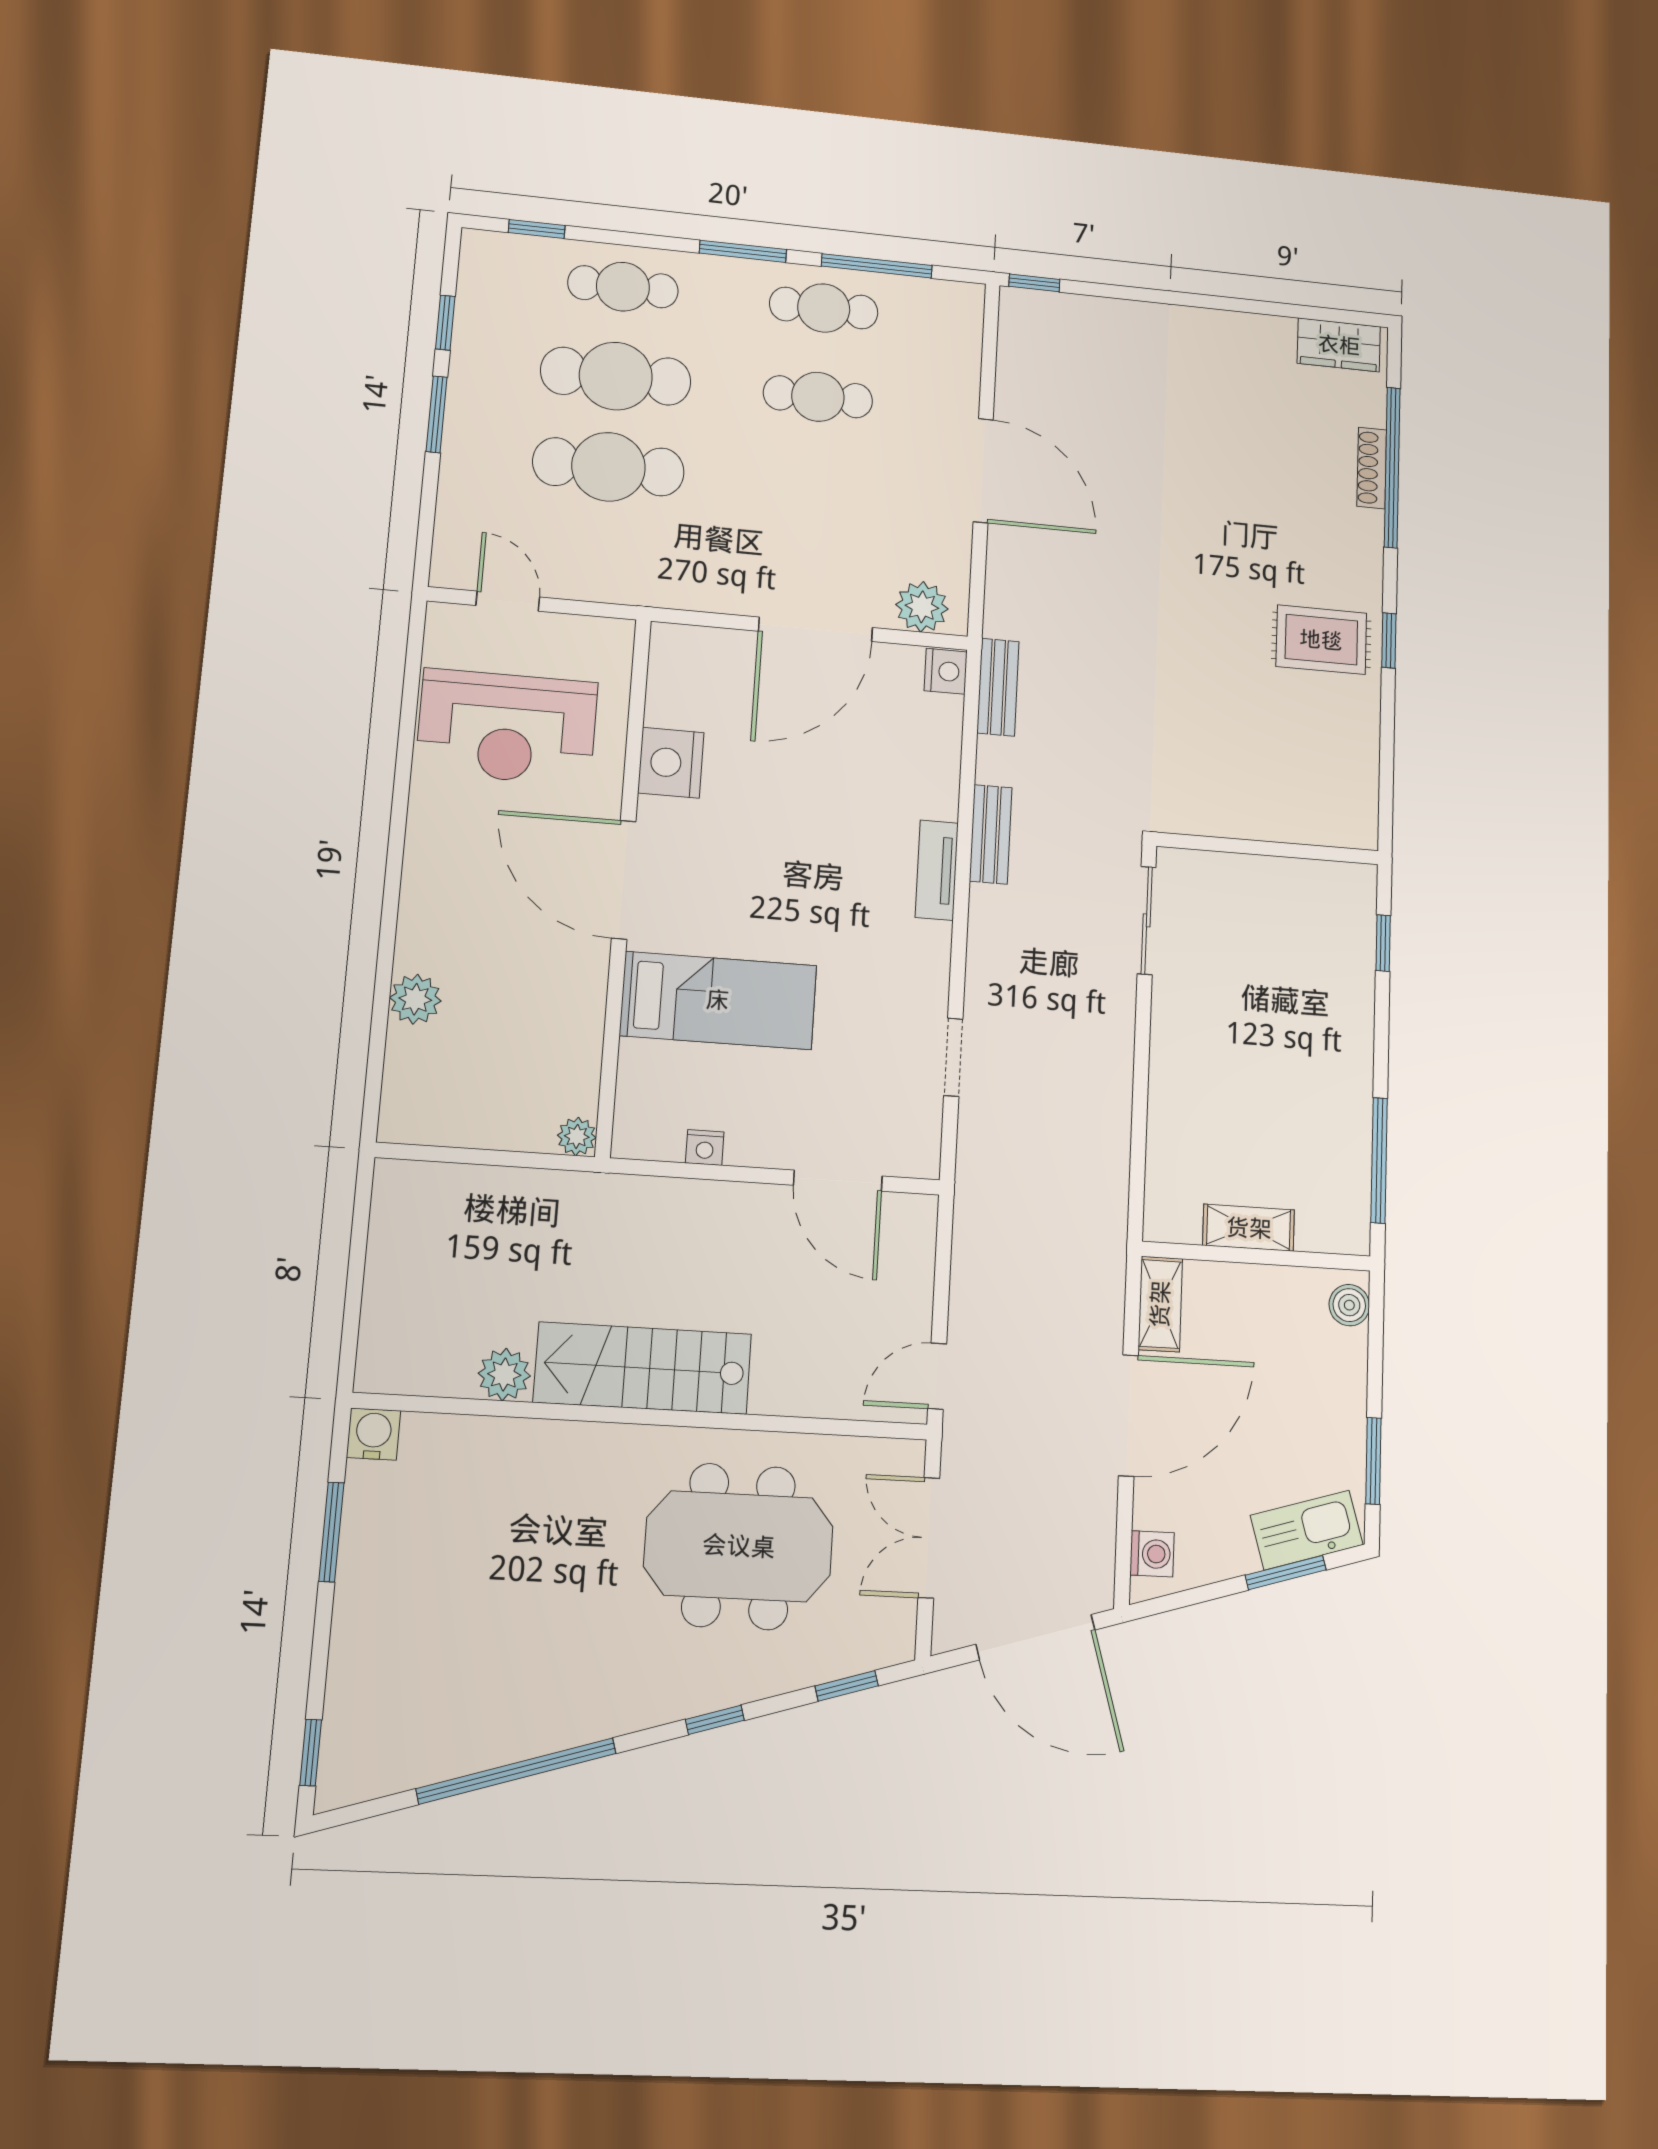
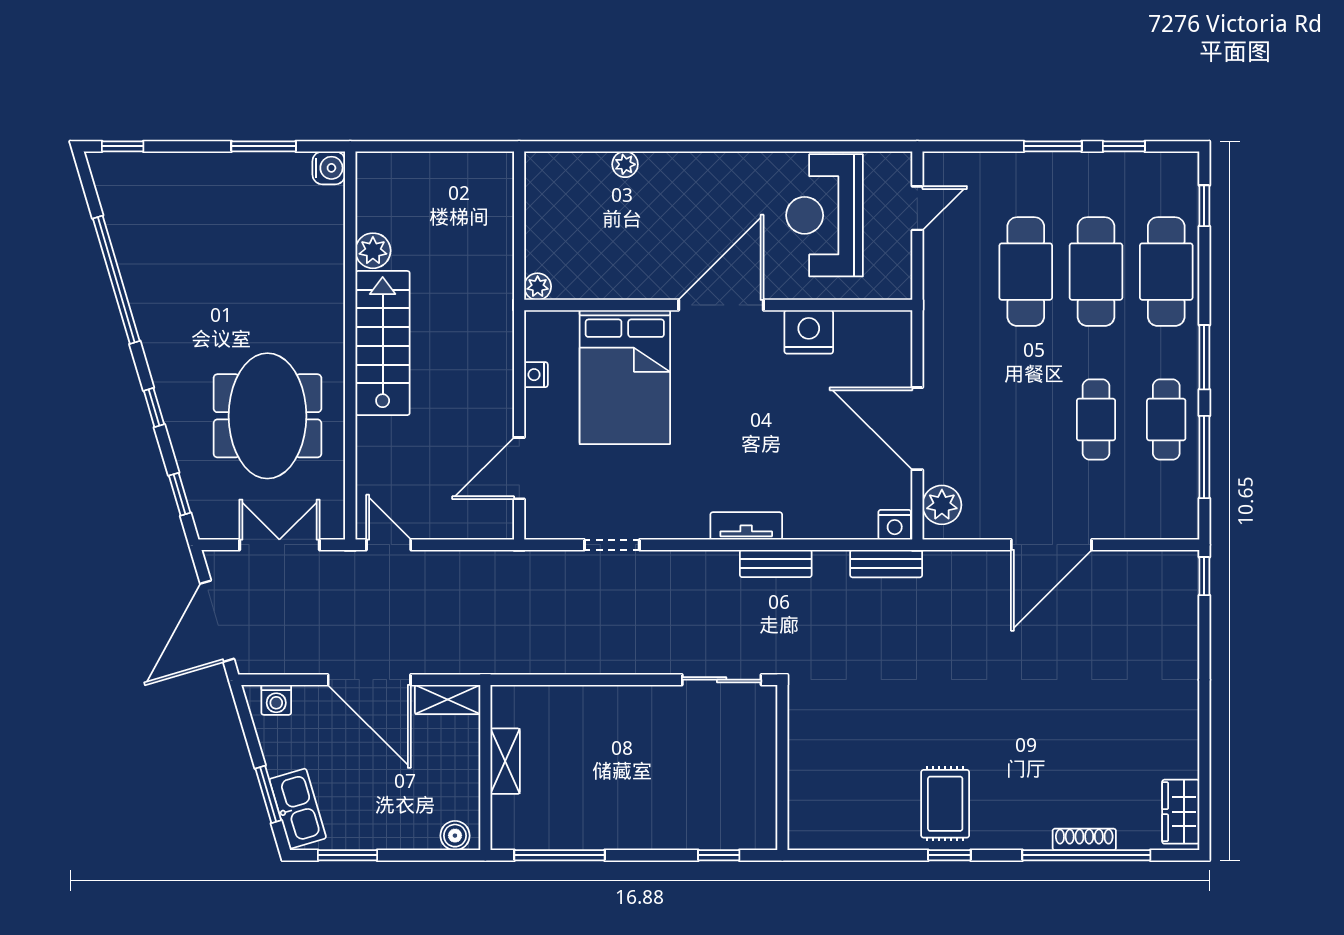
cafe table: (623, 287) -> (1166, 272), width x1.37, depth x1.35
plant: (415, 999) -> (625, 164), width x0.73, depth x0.73
bed: (718, 1000) -> (625, 377), width x1.50

